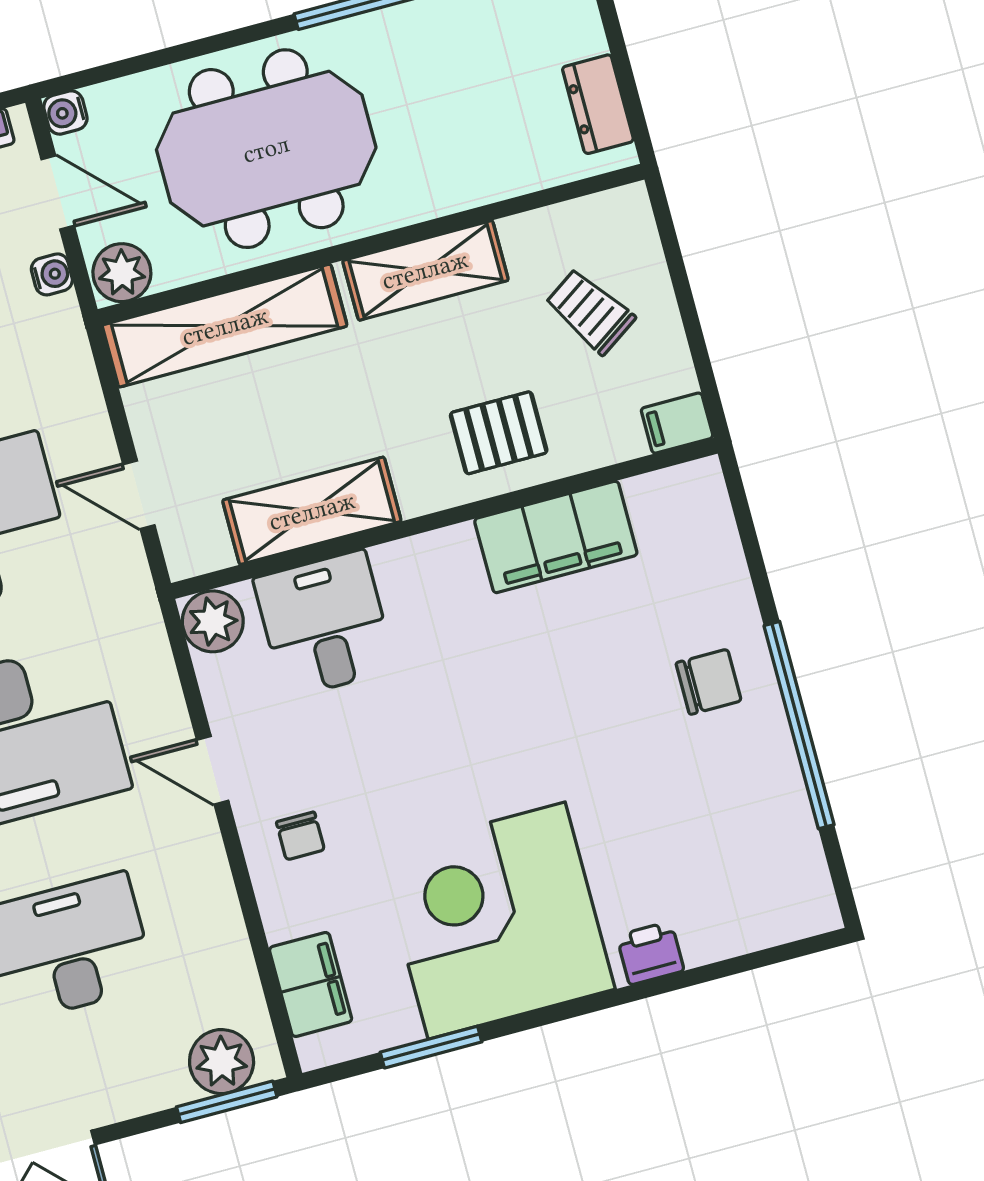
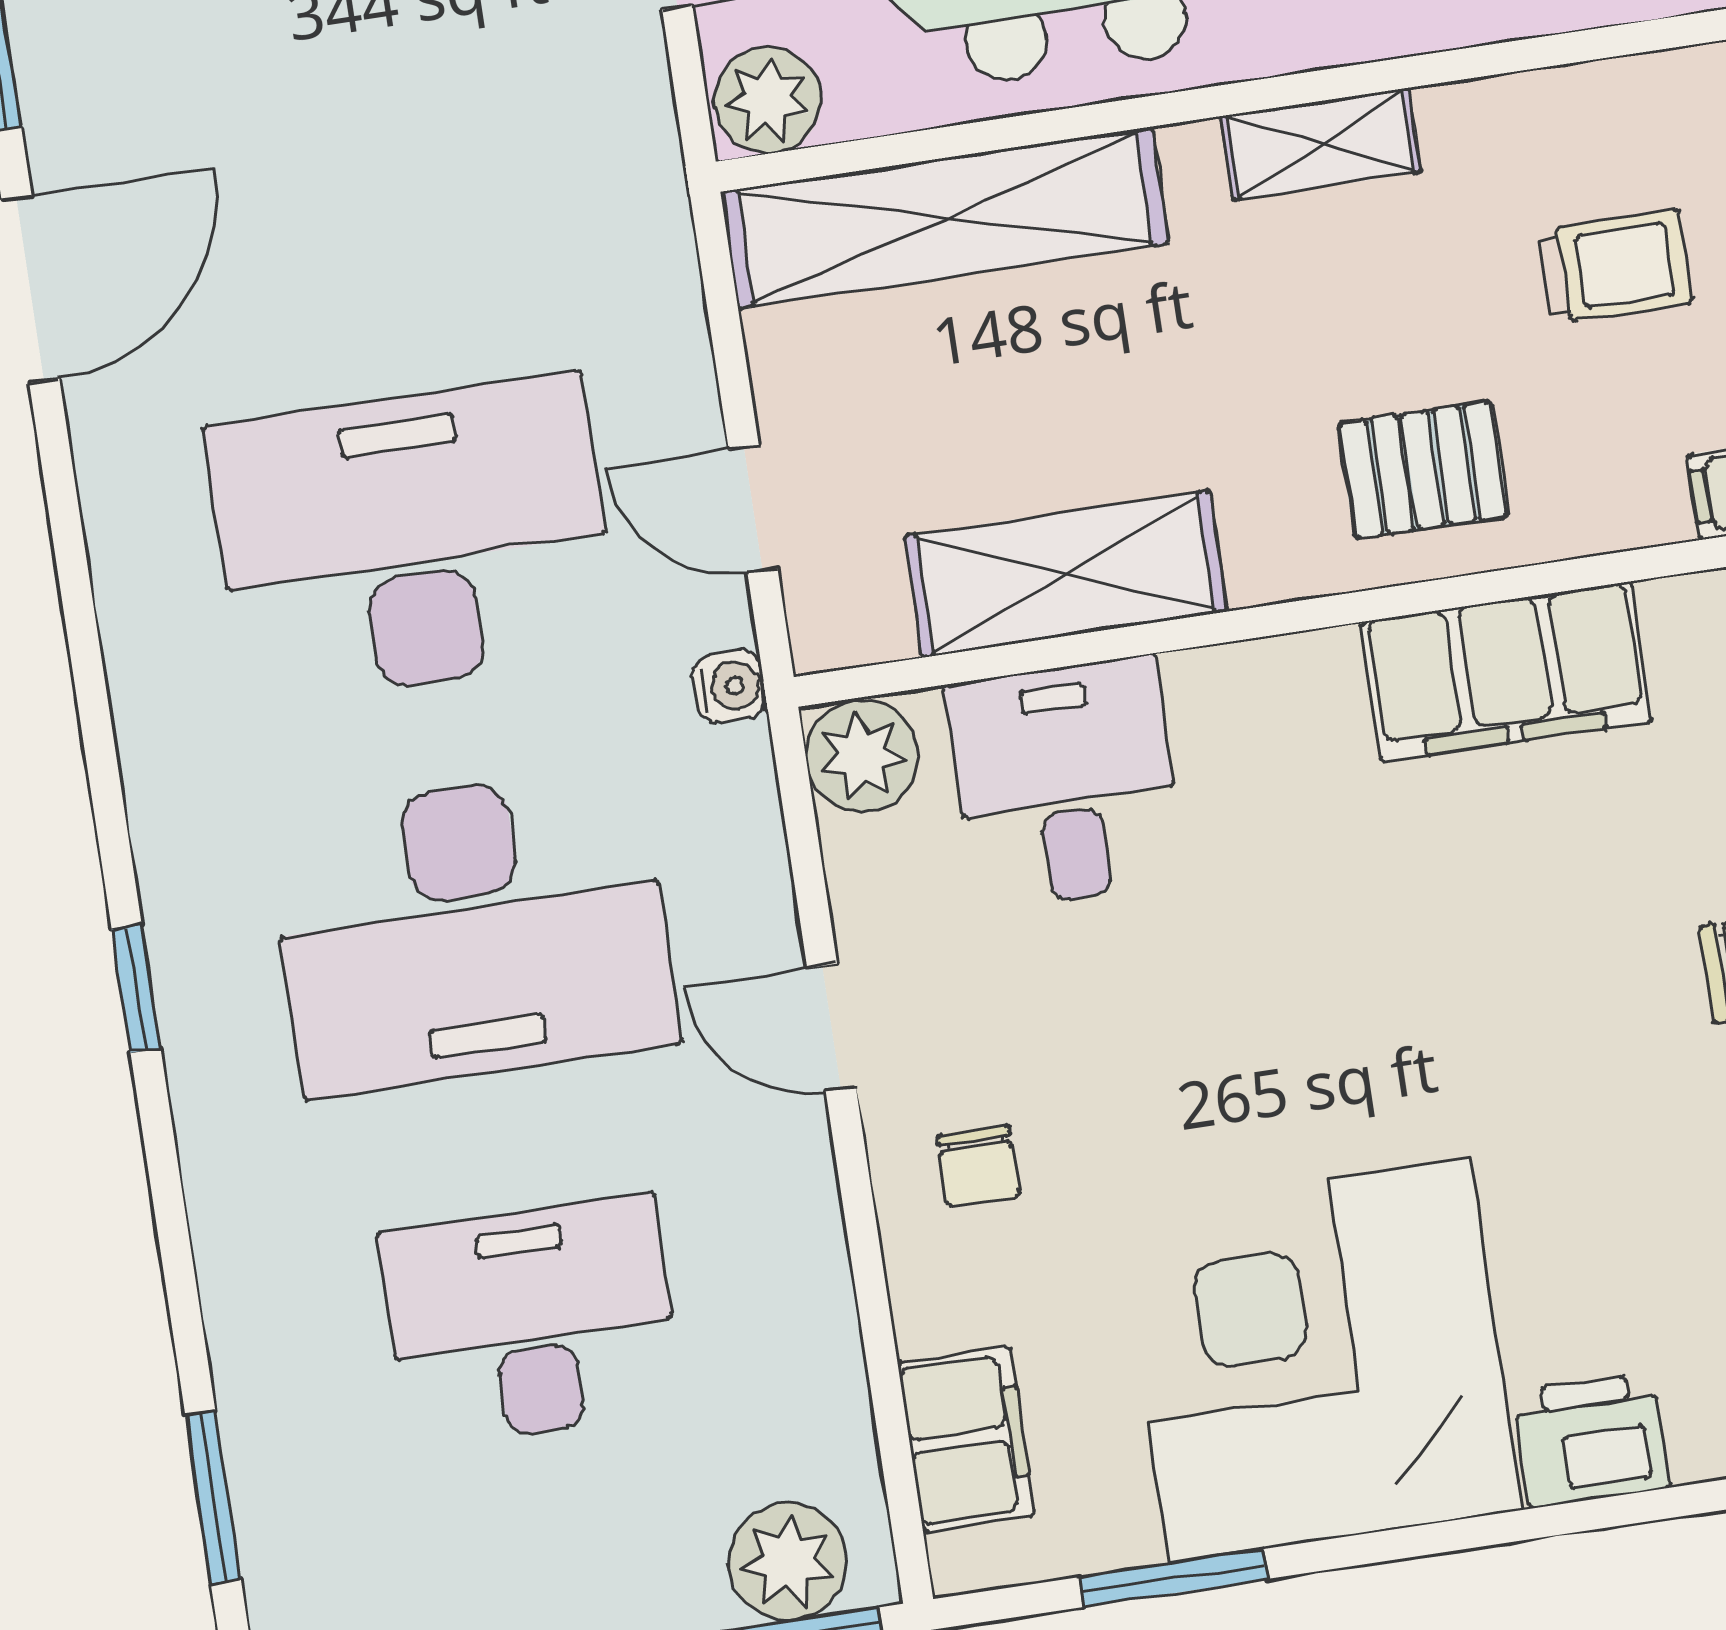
shelving: (425, 270) -> (1321, 144), width x0.67, depth x0.75
water cooler: (52, 274) -> (730, 686), moved
trolley: (590, 311) -> (1615, 266), turned 124
printer: (650, 953) -> (1592, 1440), width x1.36, depth x1.24

